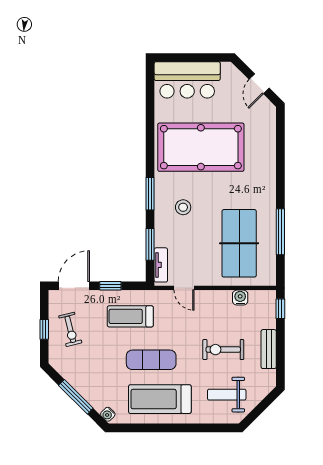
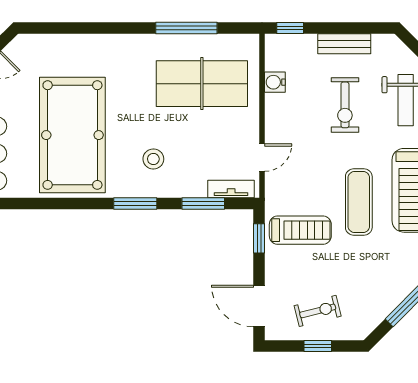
window: (110, 286) -> (259, 238), moved
treadmill: (130, 316) -> (300, 230), turned -90

